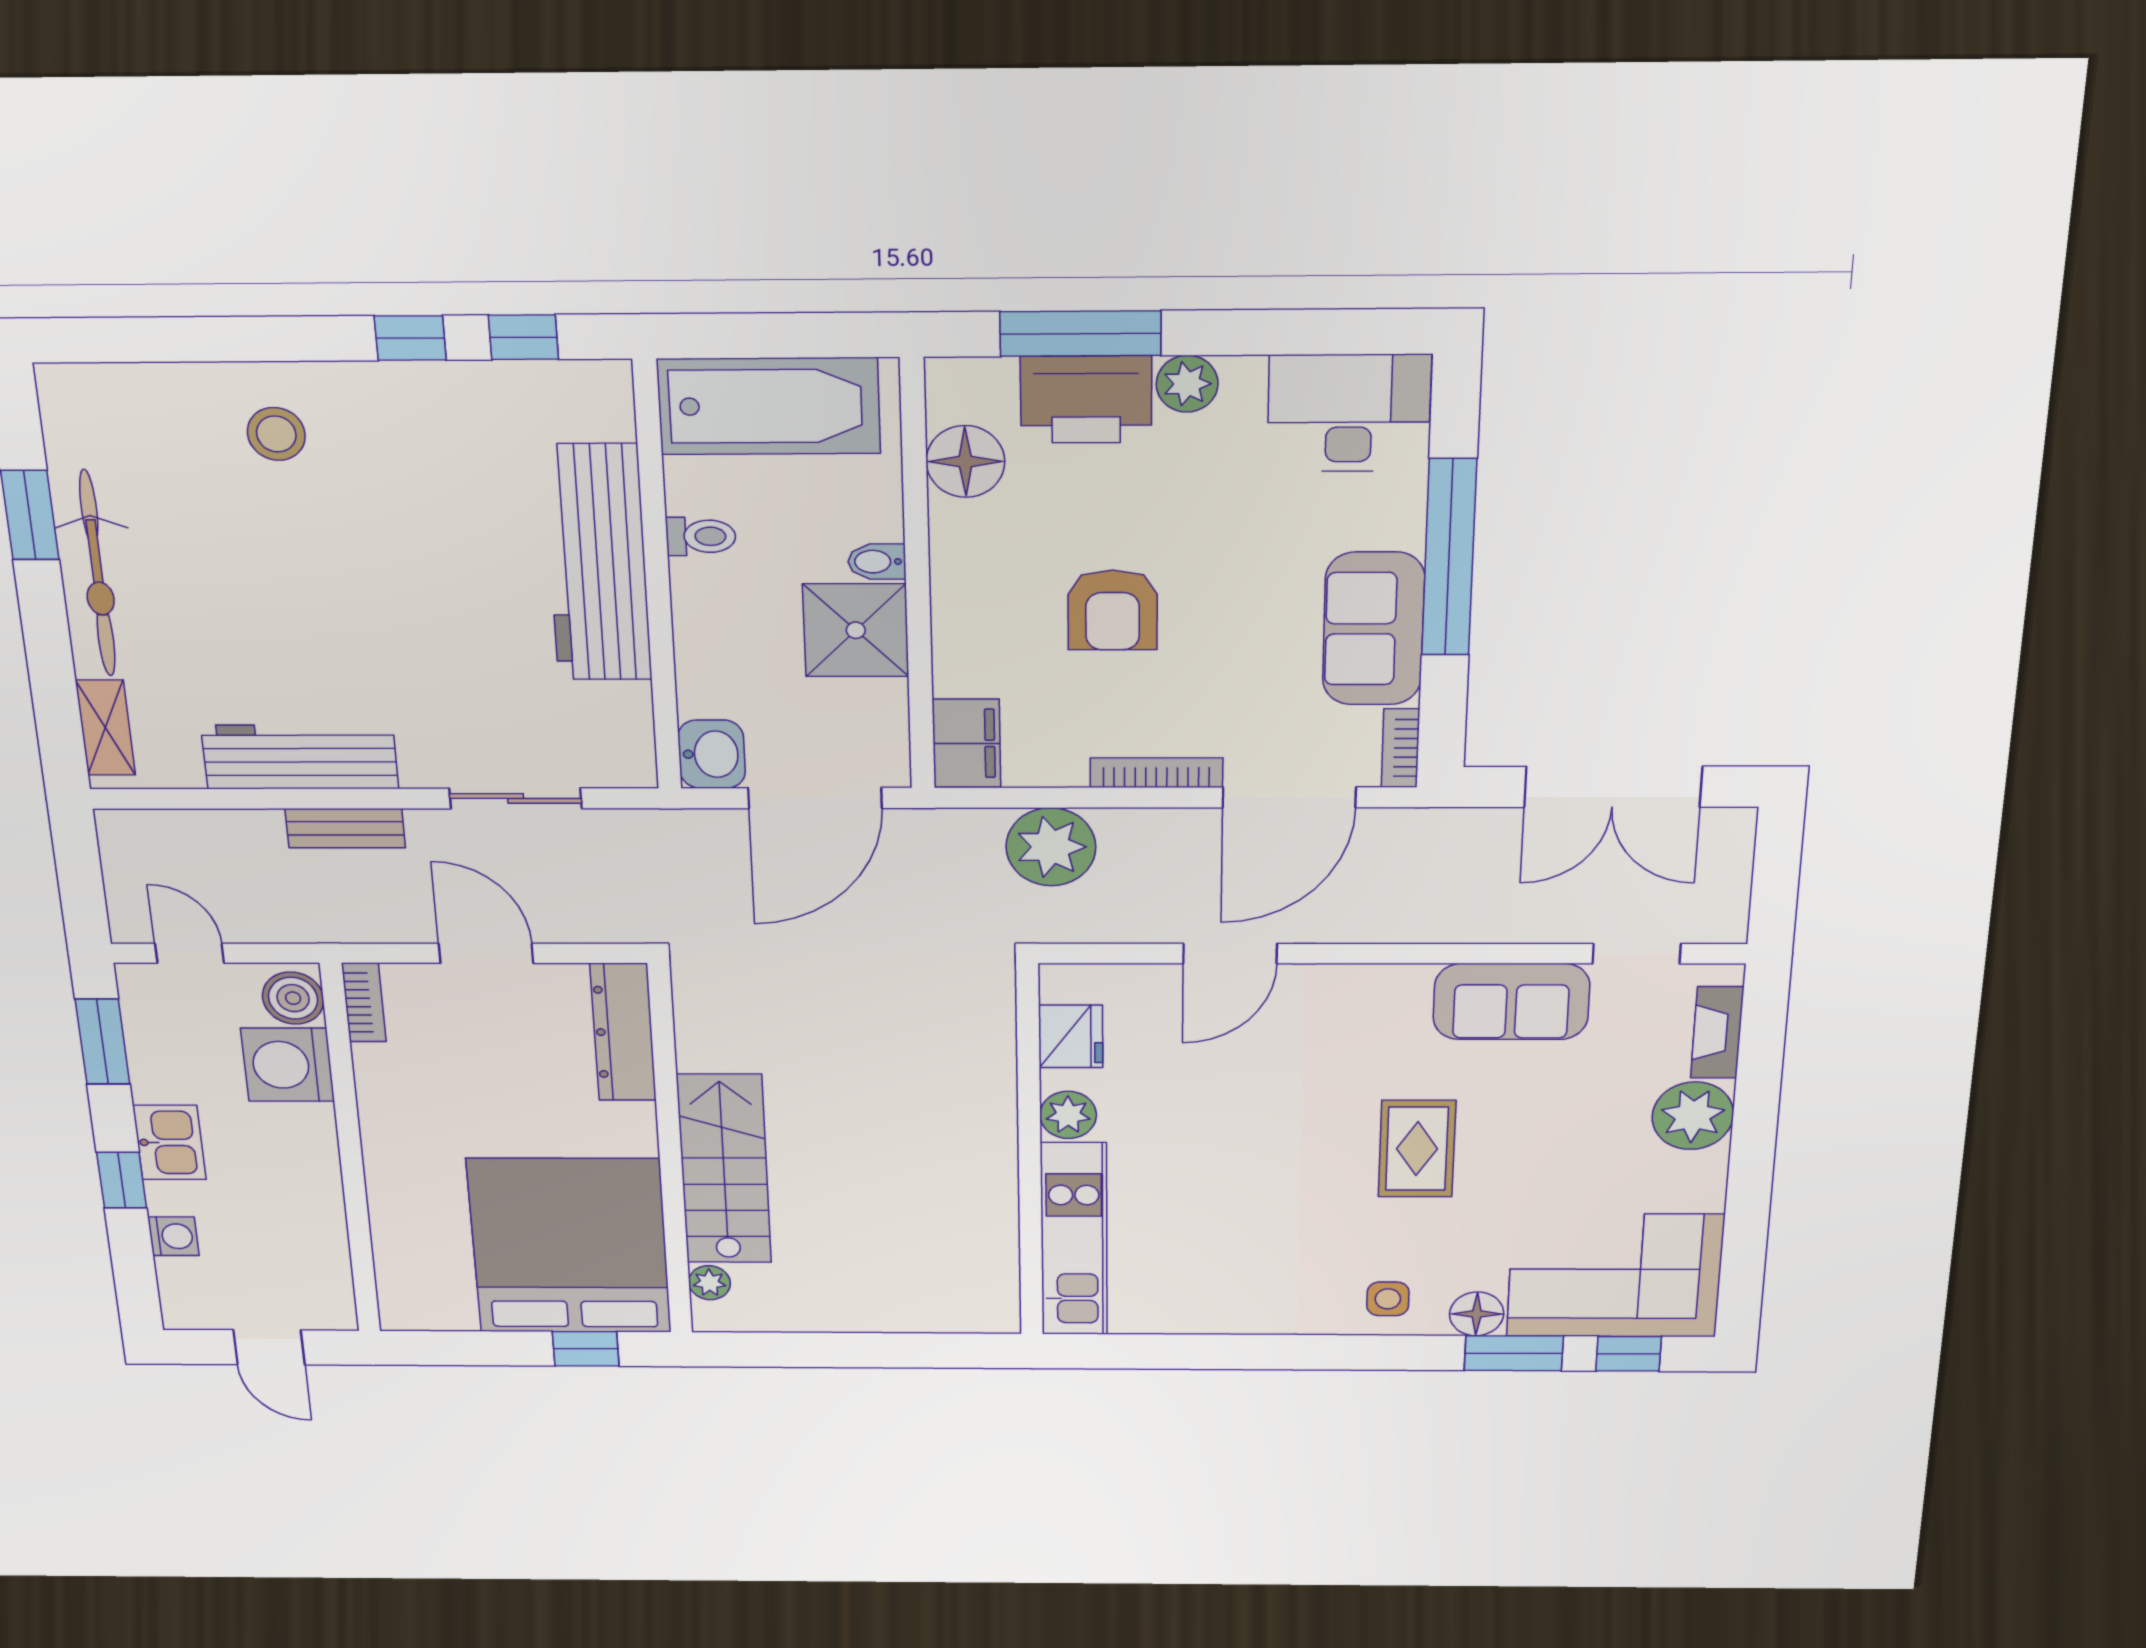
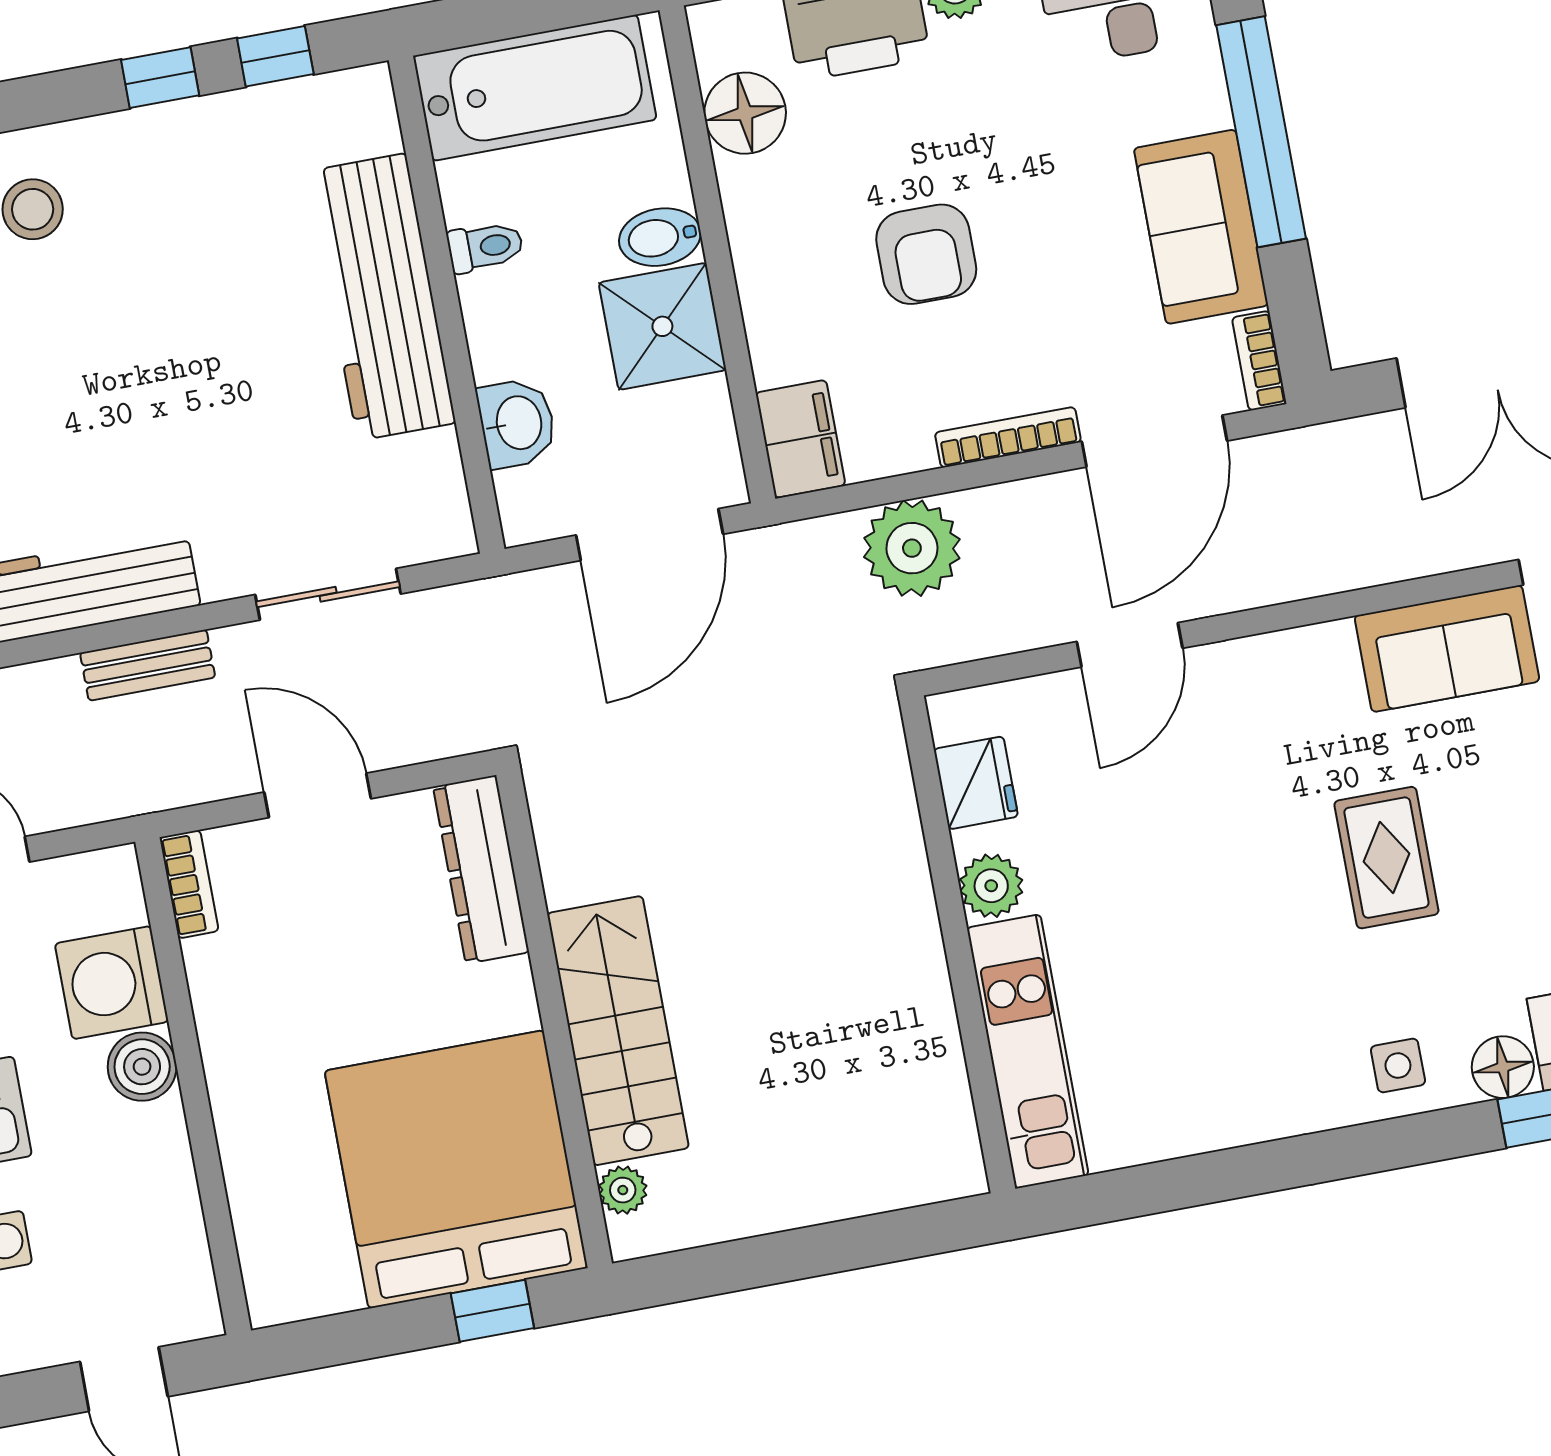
bidet: (877, 562) -> (660, 237), width x1.38, depth x1.36
washbasin: (712, 754) -> (517, 423), moved
boiler: (293, 998) -> (142, 1067), moved

